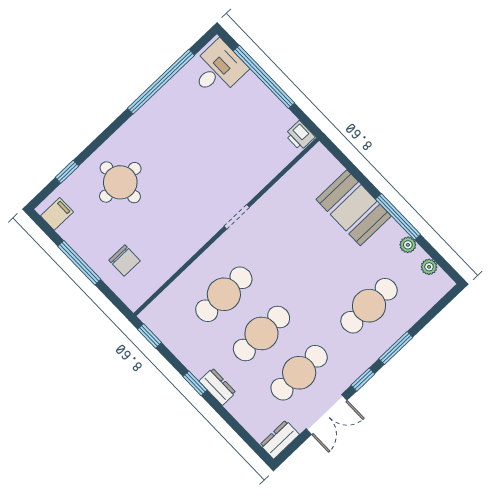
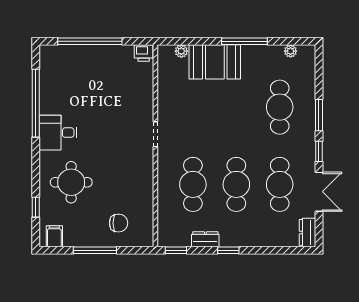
desk: (218, 69) -> (58, 133), moved, turned -90
plant: (408, 245) -> (181, 51), moved
dresser: (217, 387) -> (205, 239), moved

